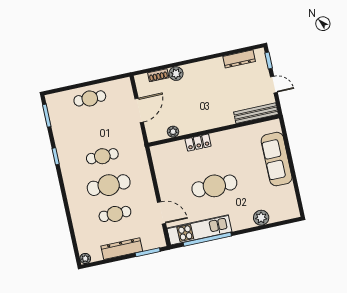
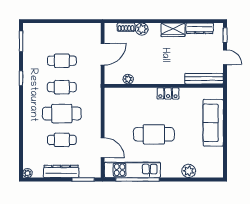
wardrobe: (210, 67) -> (173, 30), added
cafe table: (90, 98) -> (62, 61), moved
locker: (198, 143) -> (168, 93), moved

